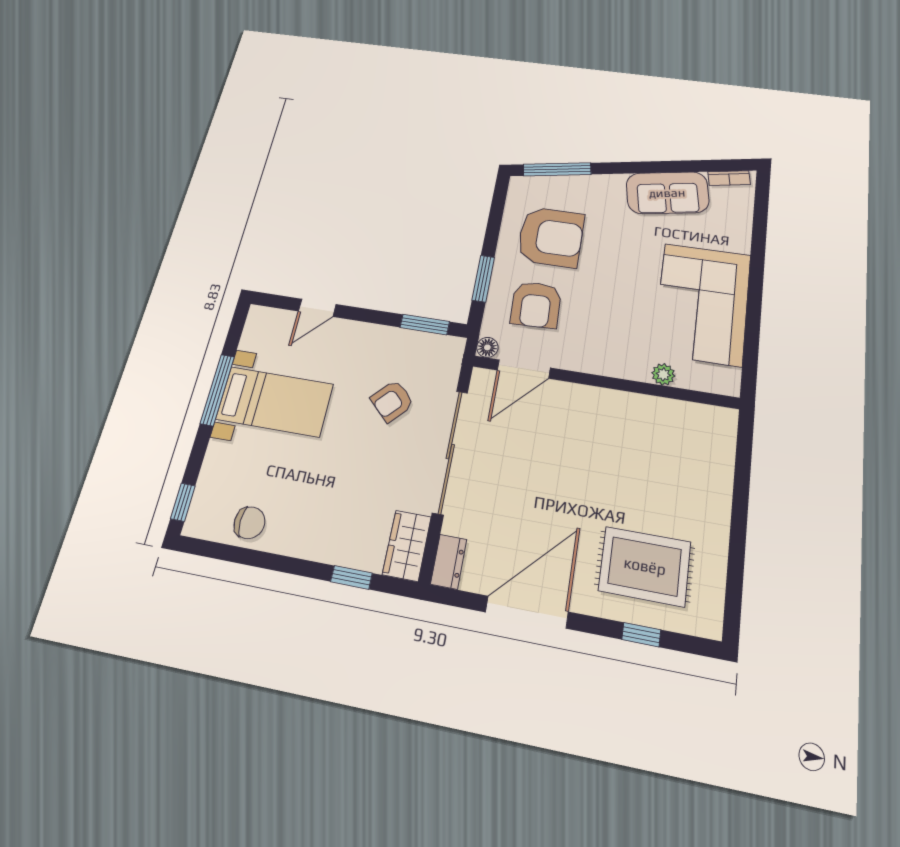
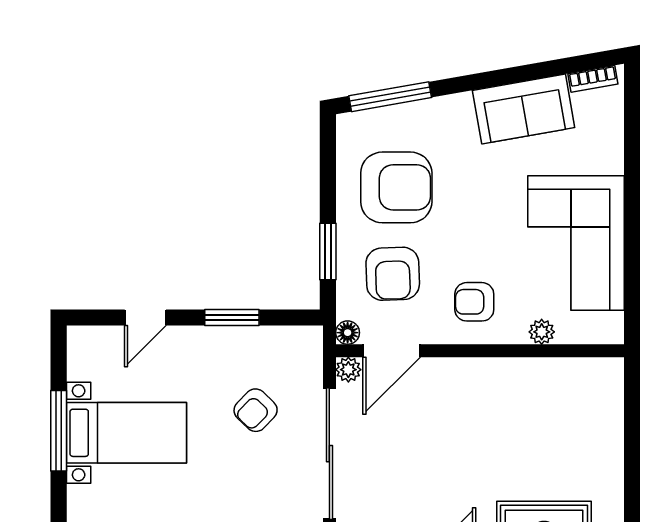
window: (425, 325) -> (232, 317), moved
armchair: (605, 339) -> (474, 302), added
plant: (482, 379) -> (348, 370), added

